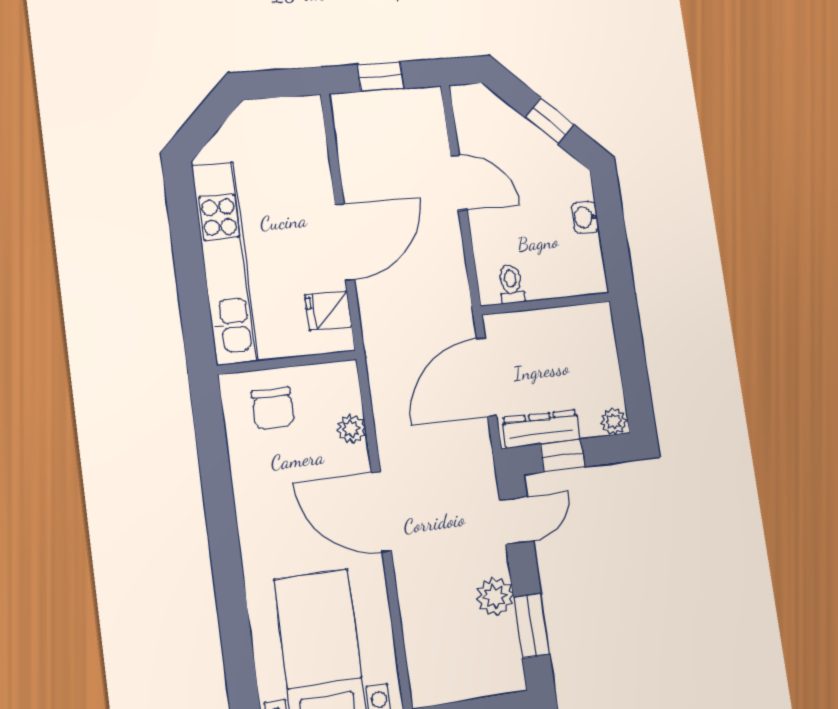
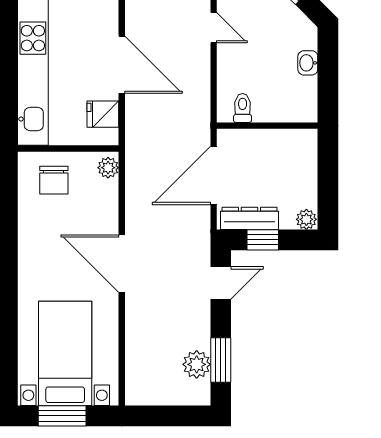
door: (459, 182) -> (214, 28), width x0.73
door: (345, 242) -> (122, 65), hinge flipped
plant: (351, 429) -> (108, 168), moved
plant: (495, 596) -> (197, 364), moved

